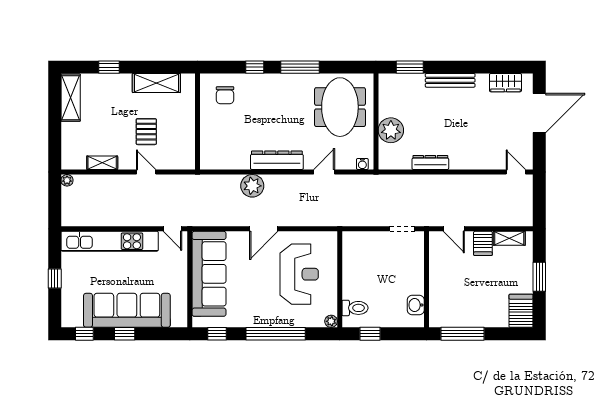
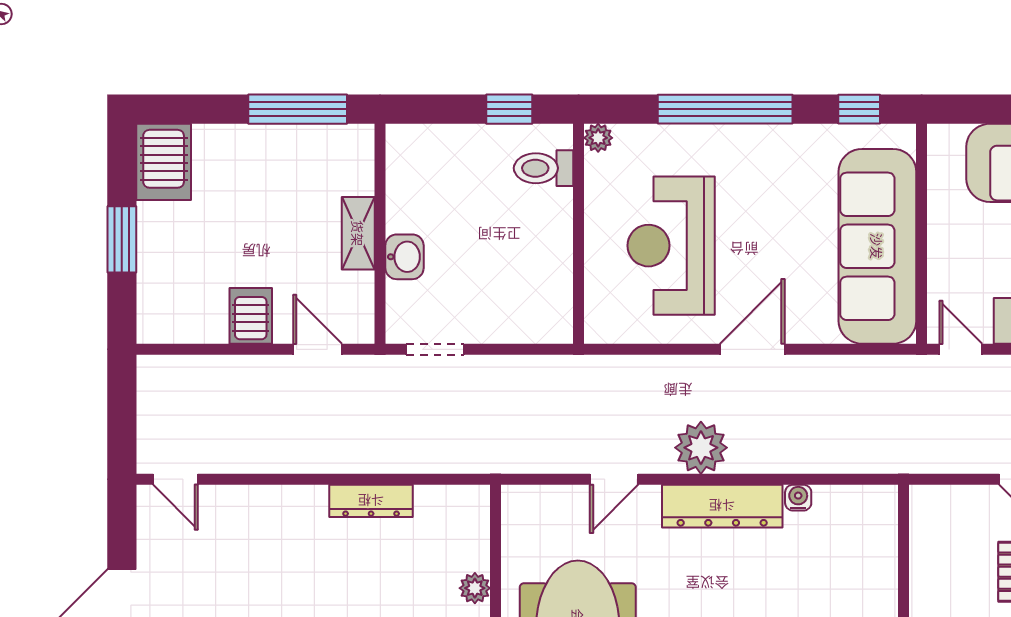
plant: (391, 130) -> (475, 588), width x0.53, depth x0.53
water cooler: (362, 164) -> (798, 498), moved
plant: (252, 186) -> (701, 448), moved
shelving: (509, 238) -> (358, 233), moved, turned 90
washbasin: (416, 305) -> (404, 257), moved

